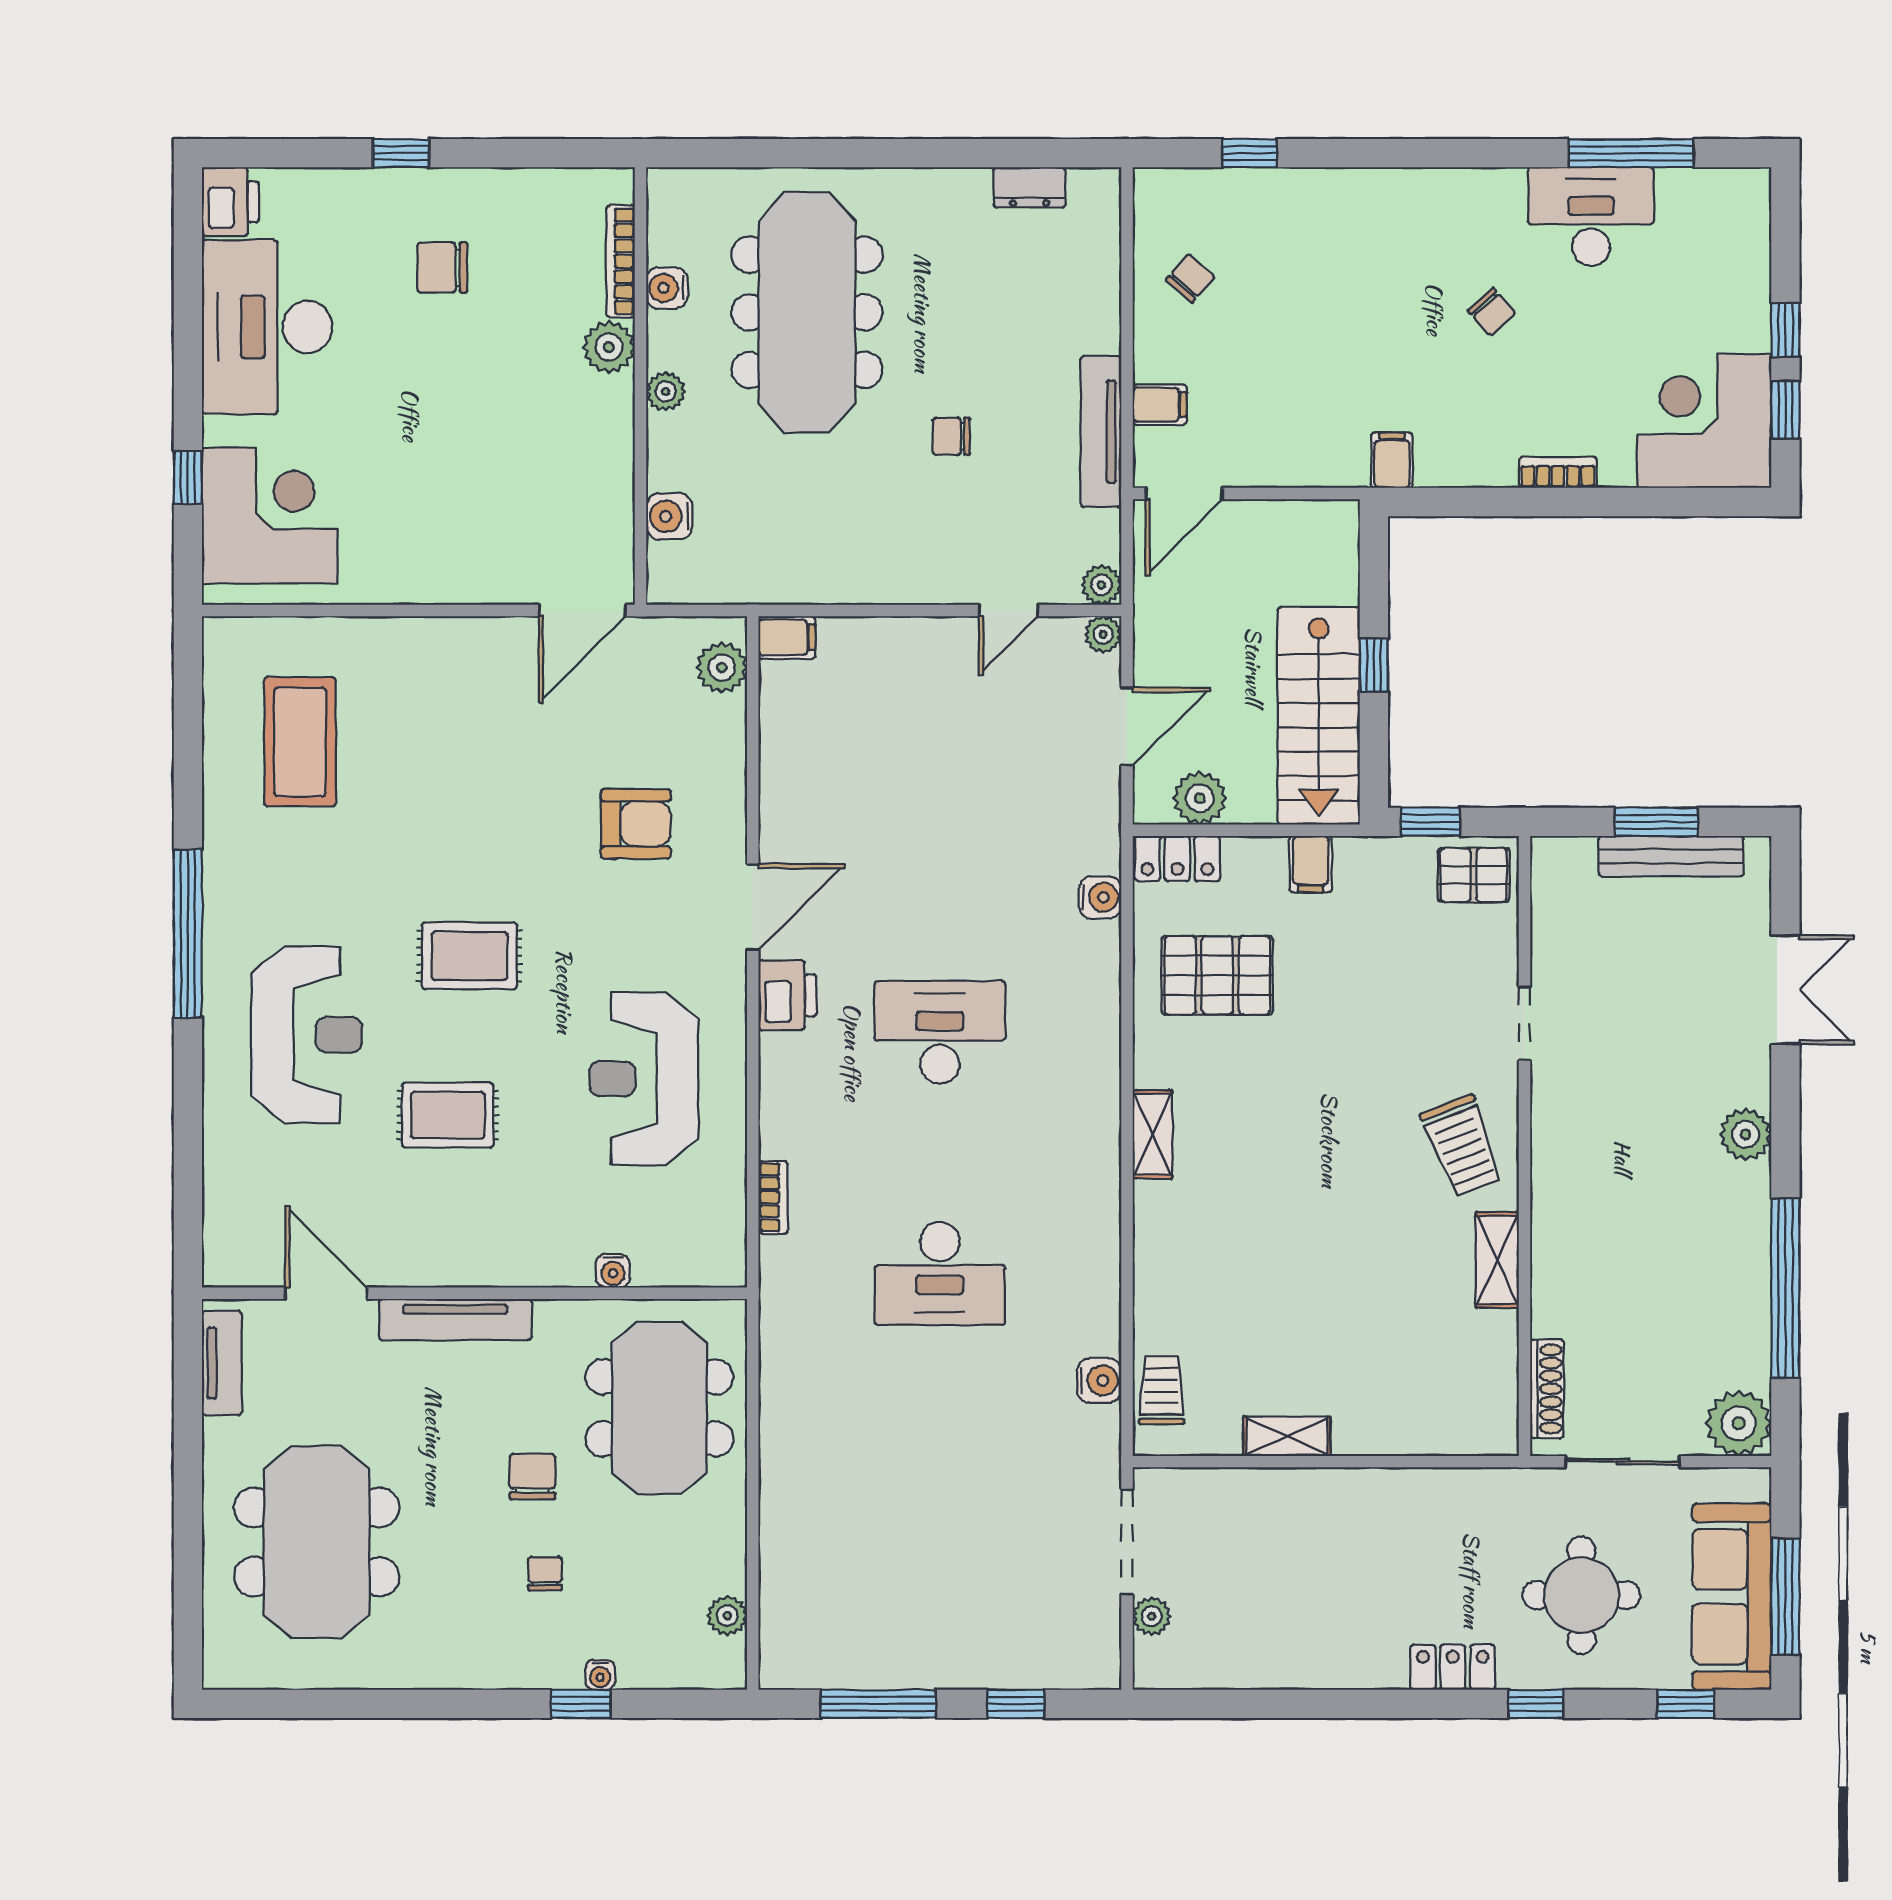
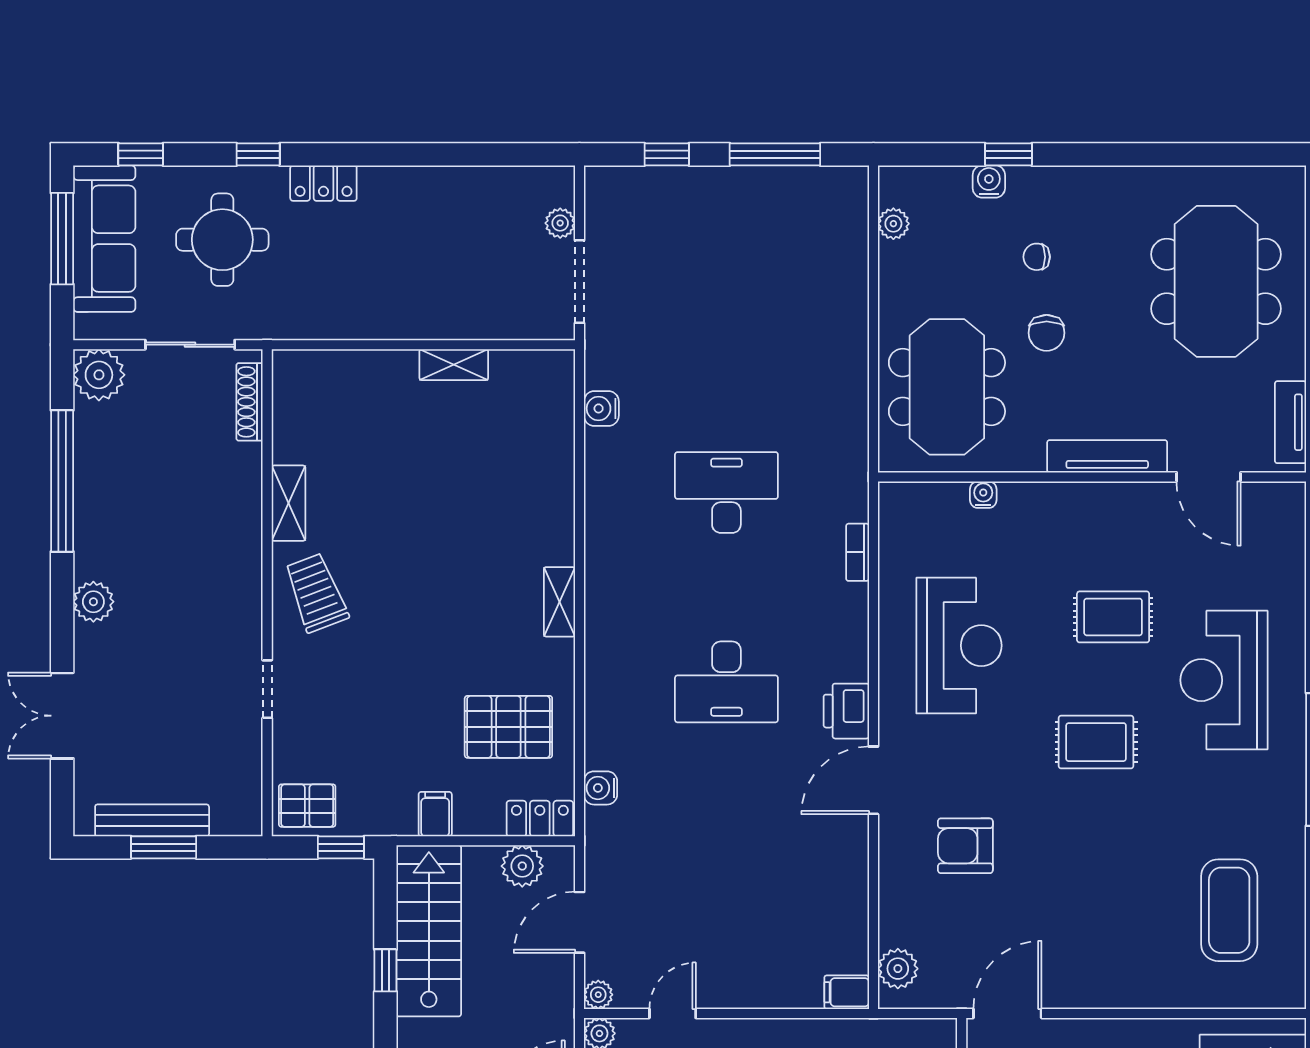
trolley: (1161, 1390) -> (552, 401), removed
chair: (545, 1573) -> (1037, 257), turned 90
water cooler: (600, 1675) -> (989, 182), width x1.38, depth x1.38

